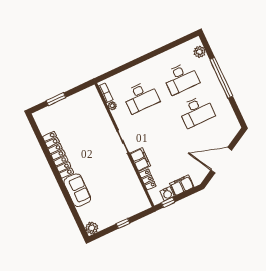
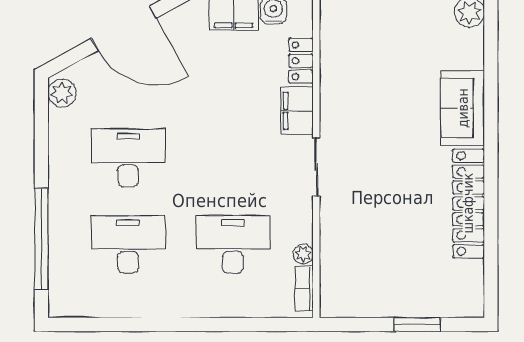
plant: (200, 52) -> (62, 93), moved
window: (221, 78) -> (41, 239), moved

